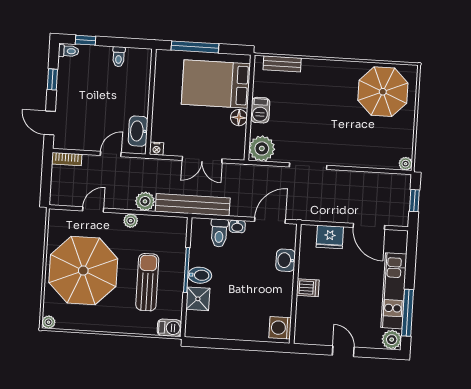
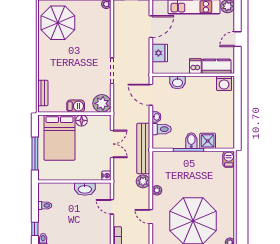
washbasin: (138, 131) -> (85, 189), moved
sun lounger: (147, 282) -> (198, 176), removed
kitchen counter: (305, 318) -> (216, 66), added

